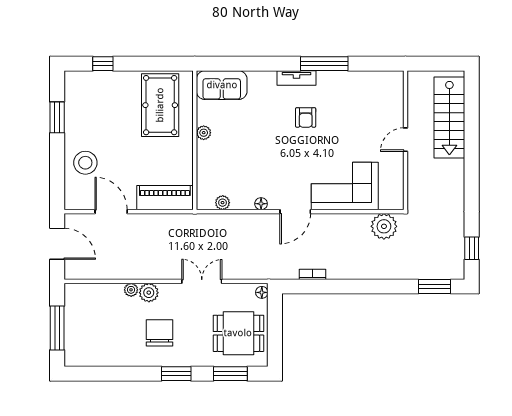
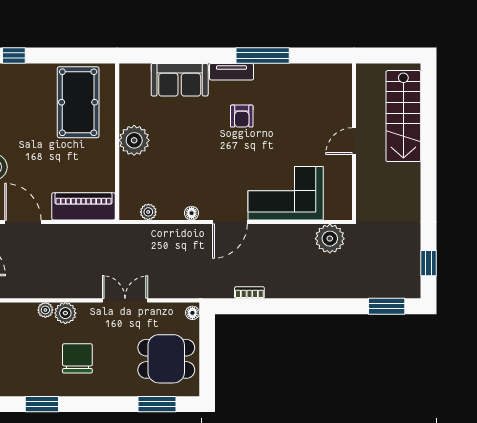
sofa: (222, 85) -> (180, 80), moved
plant: (204, 133) -> (134, 140), width x1.88, depth x1.88
window: (176, 374) -> (42, 404), moved

